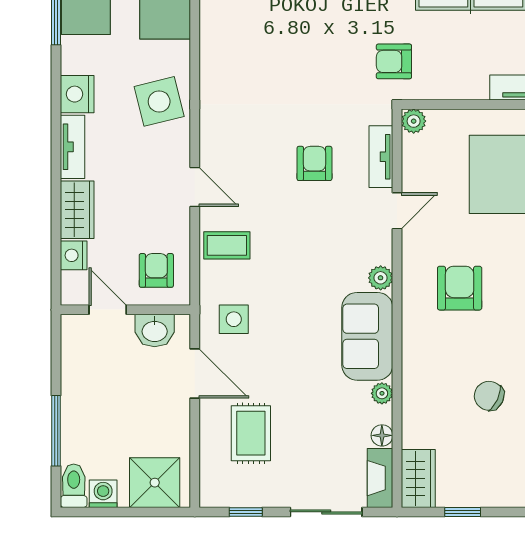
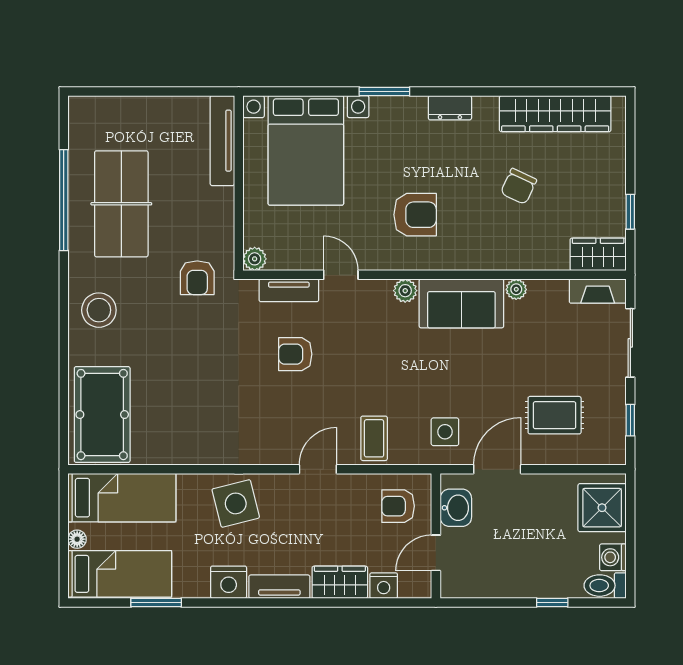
armchair: (460, 288) -> (415, 215), turned 180
window: (56, 431) -> (552, 602), width x0.46
floor lamp: (382, 435) -> (557, 289), removed

